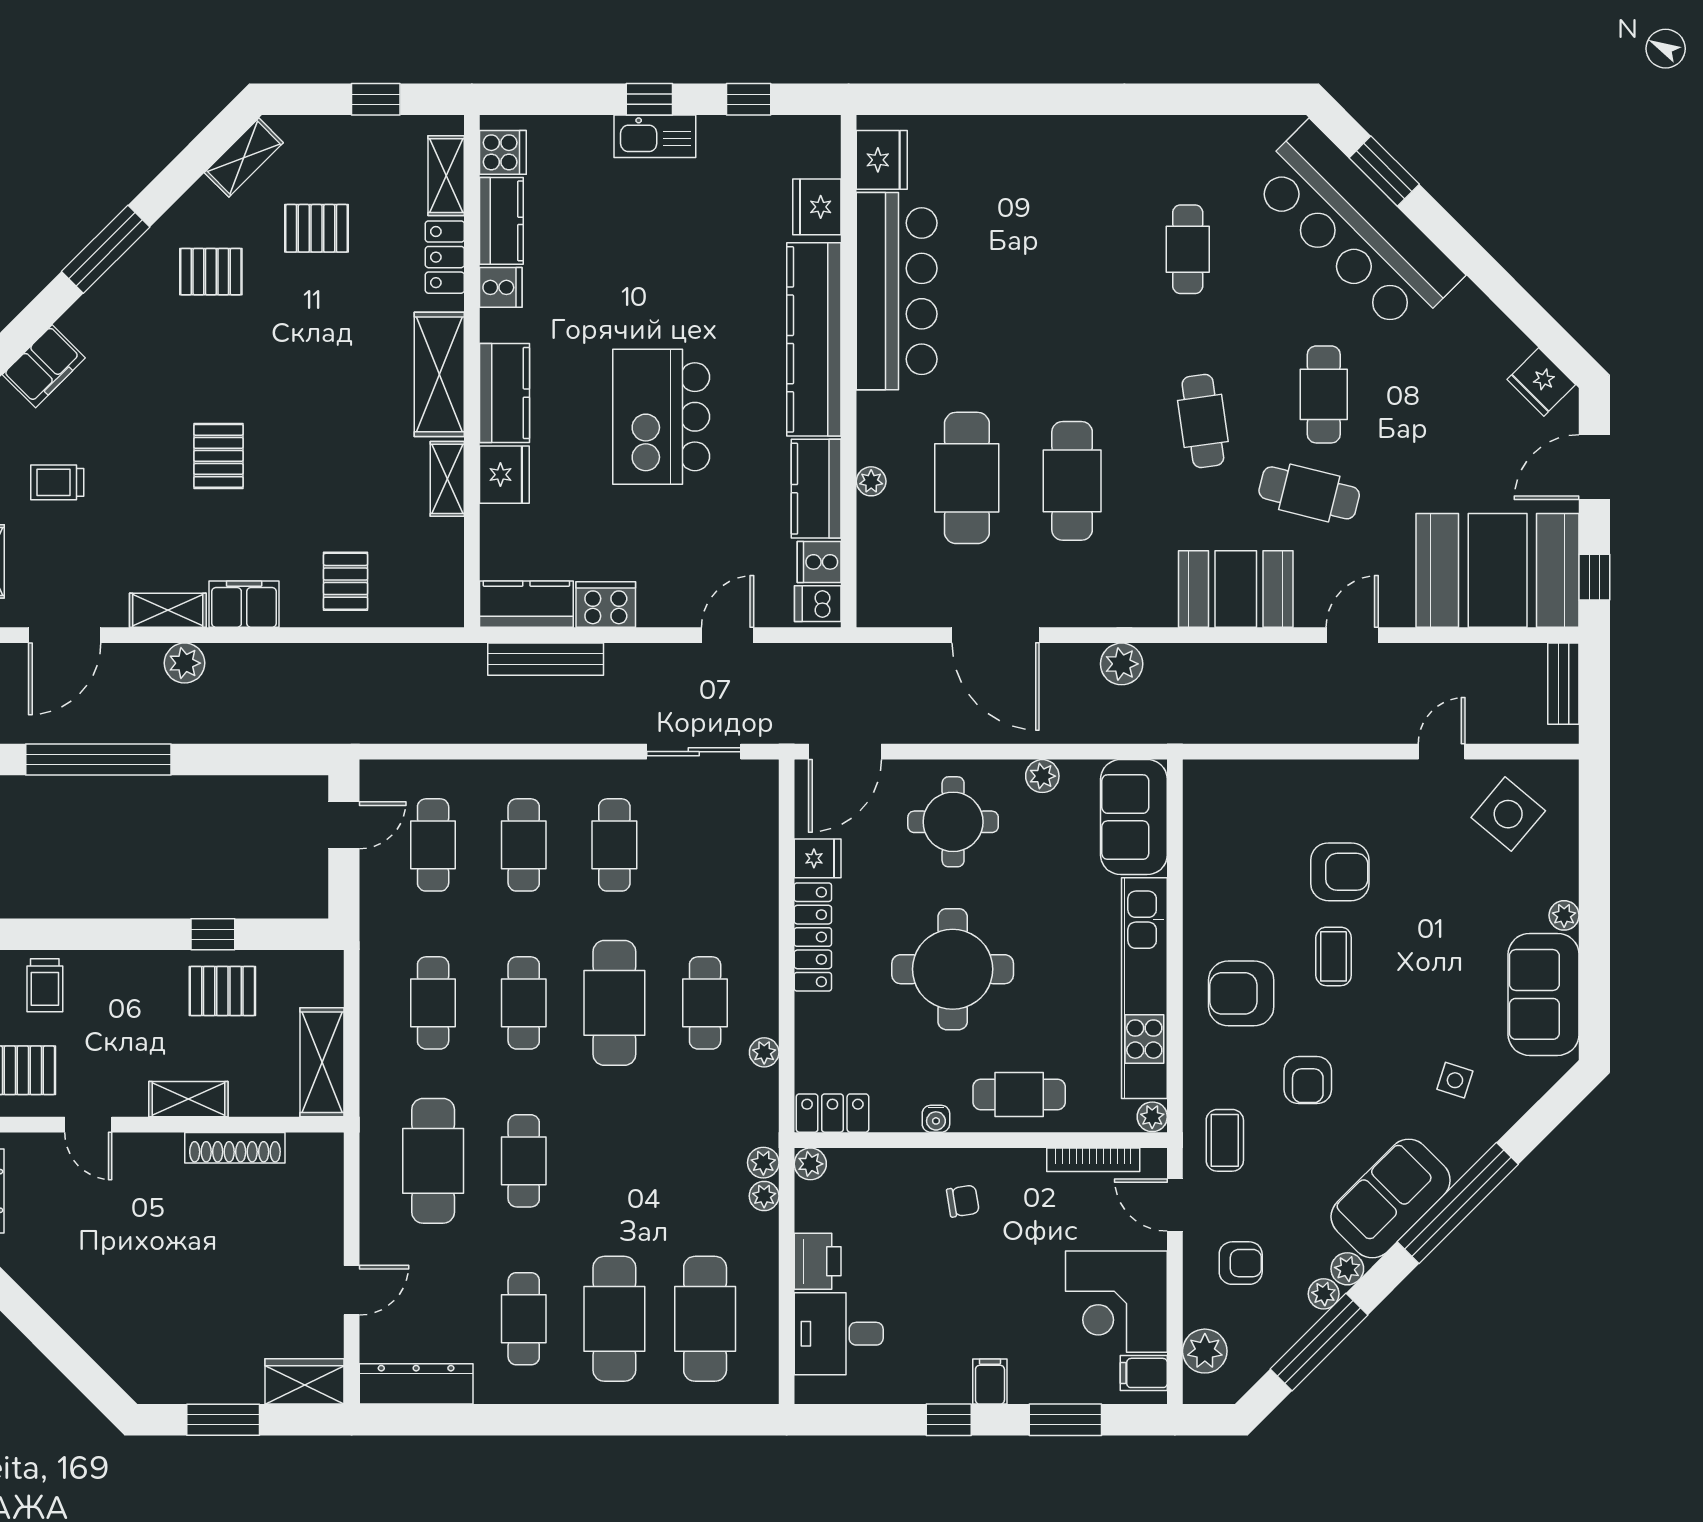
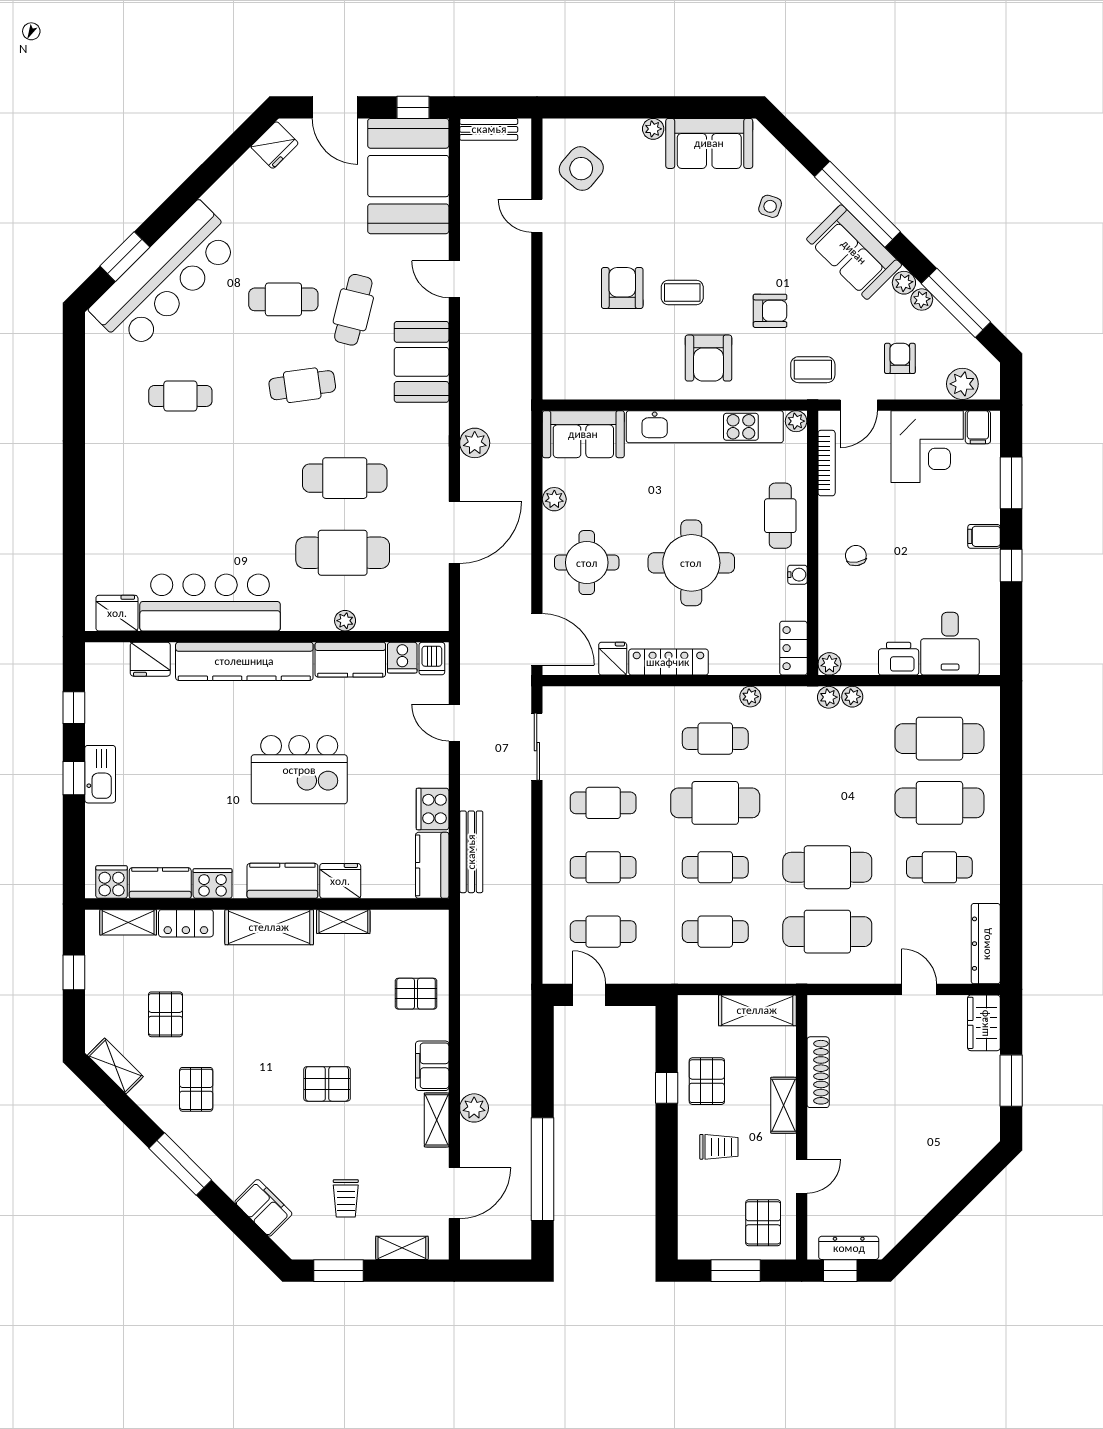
cooker: (501, 287) -> (213, 883), width x1.36
door: (65, 635) -> (454, 1193), hinge flipped
trolley: (45, 985) -> (719, 1147), moved
cafe table: (524, 1161) -> (827, 867), width x1.37, depth x1.35

